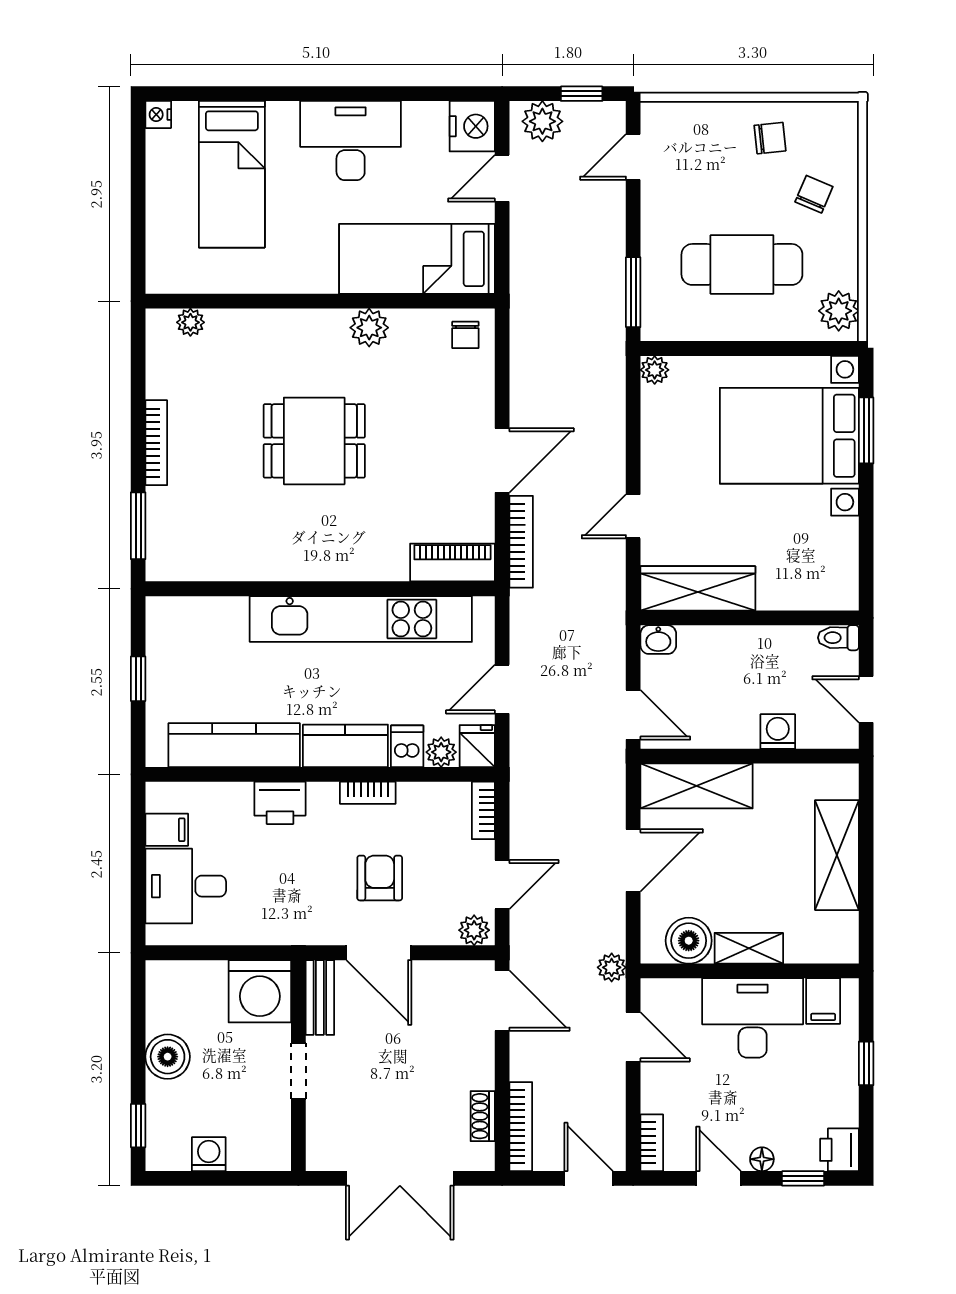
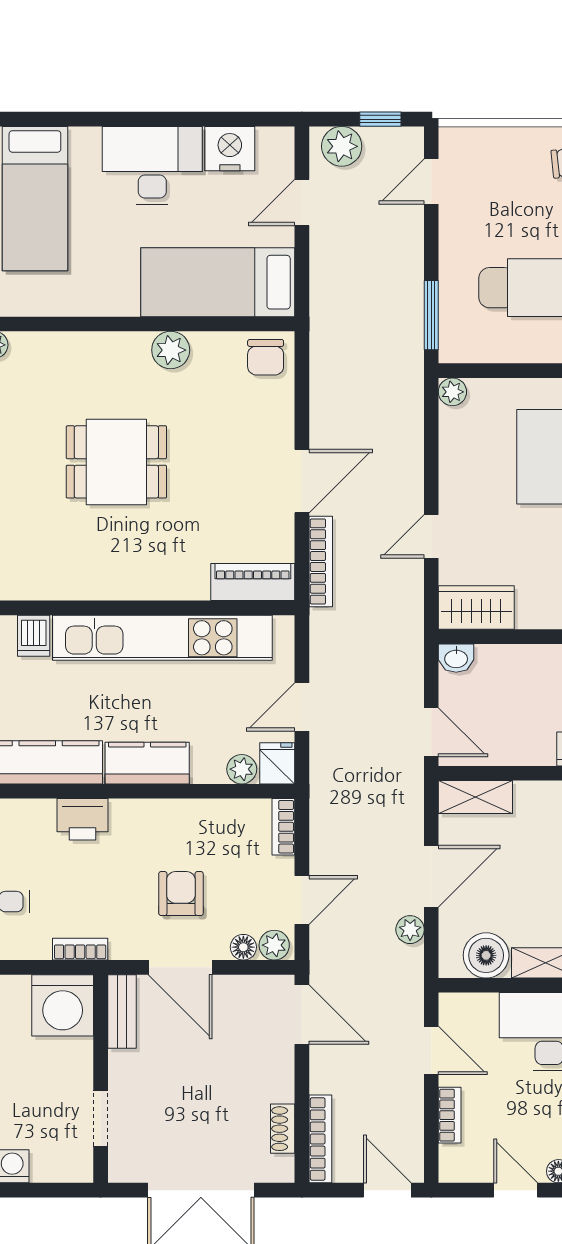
nightstand: (472, 126) -> (230, 149), moved, turned -90
chair: (465, 335) -> (266, 357), width x1.37, depth x1.37
wardrobe: (698, 588) -> (476, 608), width x0.67
dishwasher: (407, 746) -> (34, 636), moved, turned 180
shelving: (697, 786) -> (475, 797), width x0.67, depth x0.75
bookcase: (368, 793) -> (80, 949), moved, turned 180
floor lamp: (443, 932) -> (243, 947), added
plant: (612, 967) -> (410, 930), moved
doorway: (298, 1071) -> (101, 1119), moved
bookcase: (652, 1143) -> (450, 1115), moved

